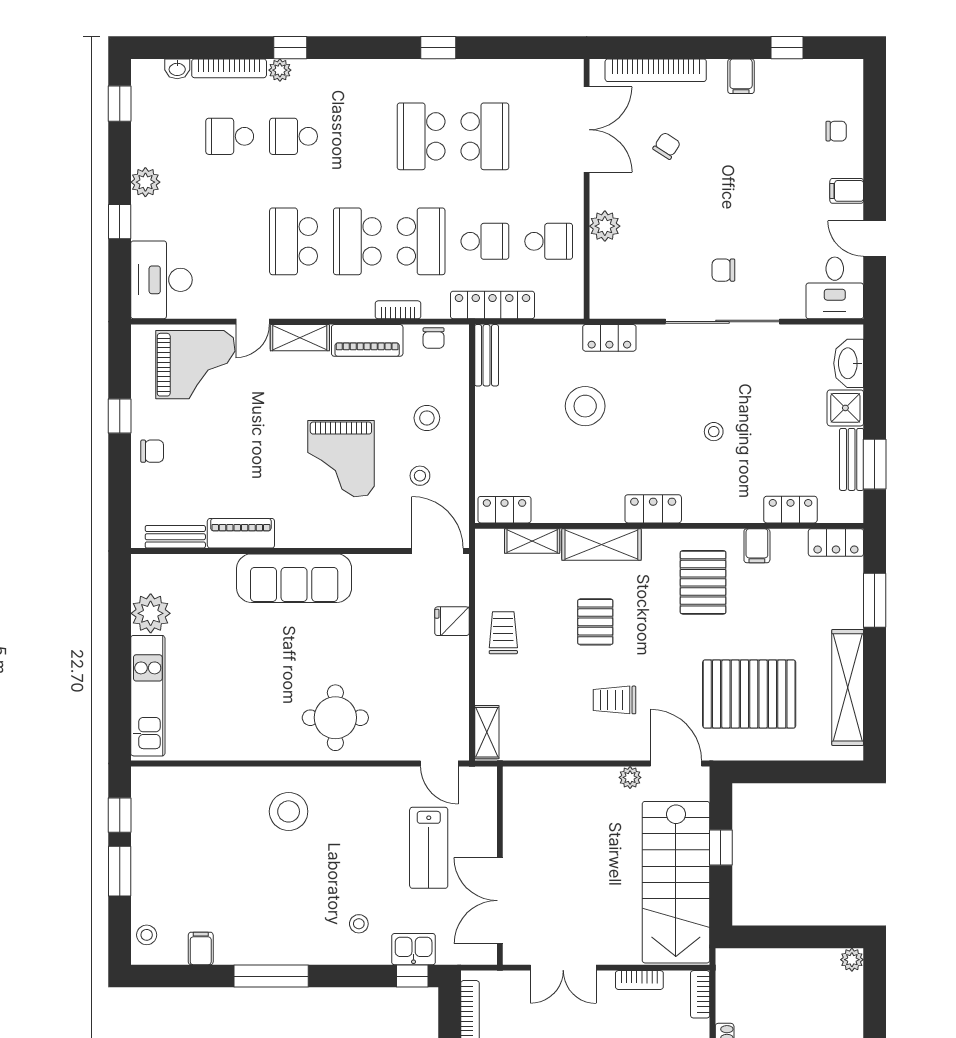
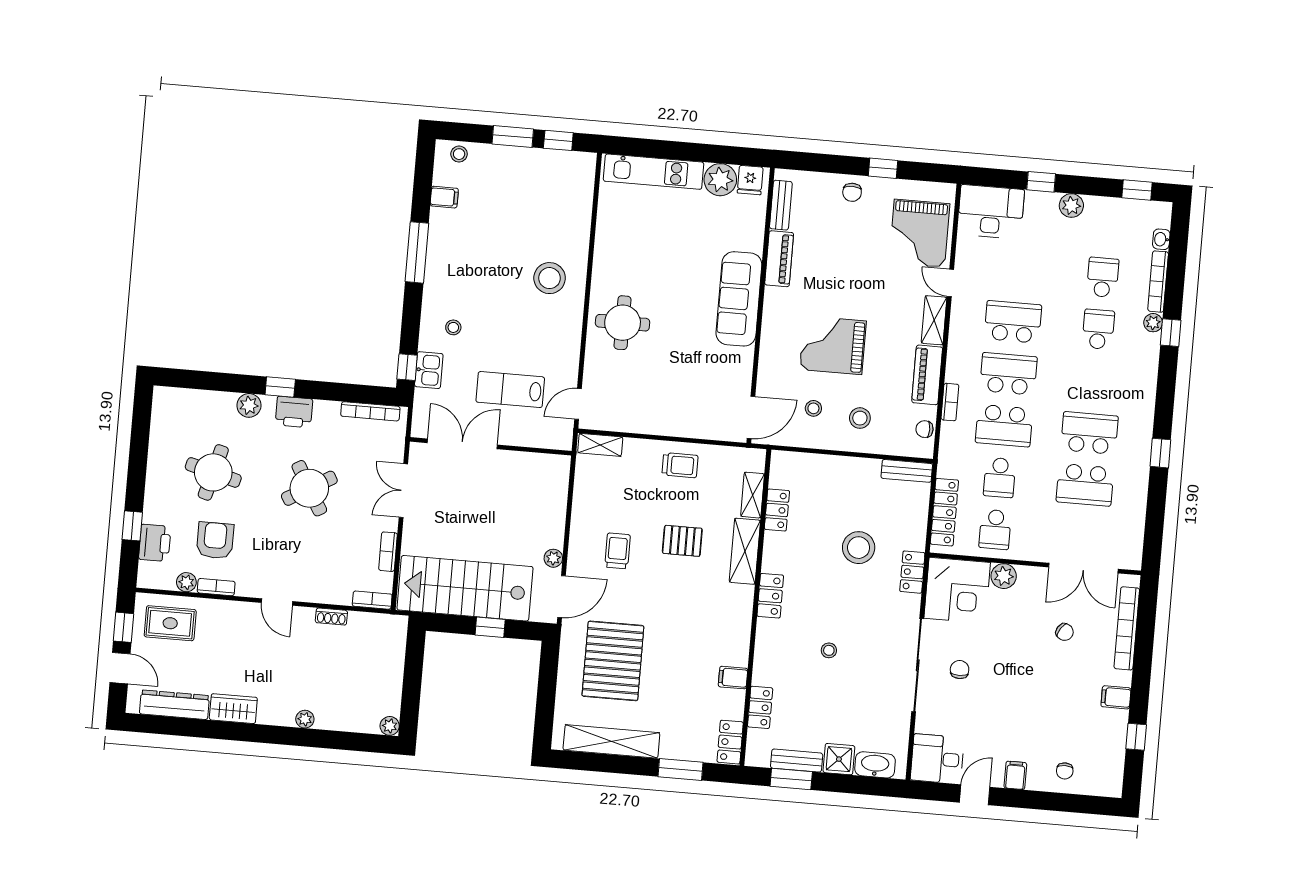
corner desk: (627, 281) -> (957, 590), added
locker: (493, 305) -> (944, 512), moved
locker: (504, 510) -> (777, 510), moved
pallet: (703, 582) -> (707, 631), removed
fridge: (452, 621) -> (750, 180), moved, turned 180

